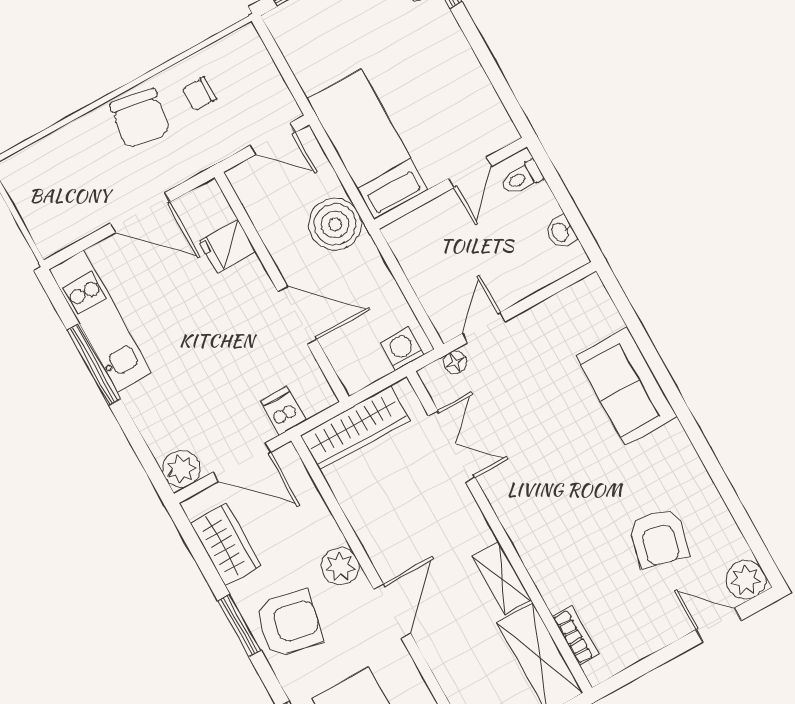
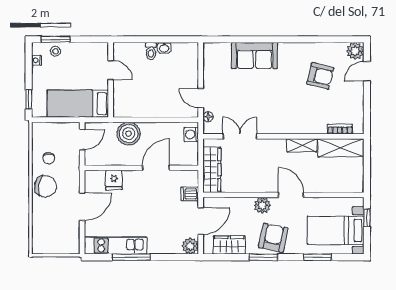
bed: (368, 144) -> (78, 104), moved
door: (470, 172) -> (111, 70), moved
wall: (451, 183) -> (111, 80), moved
washbasin: (561, 232) -> (164, 48), moved

